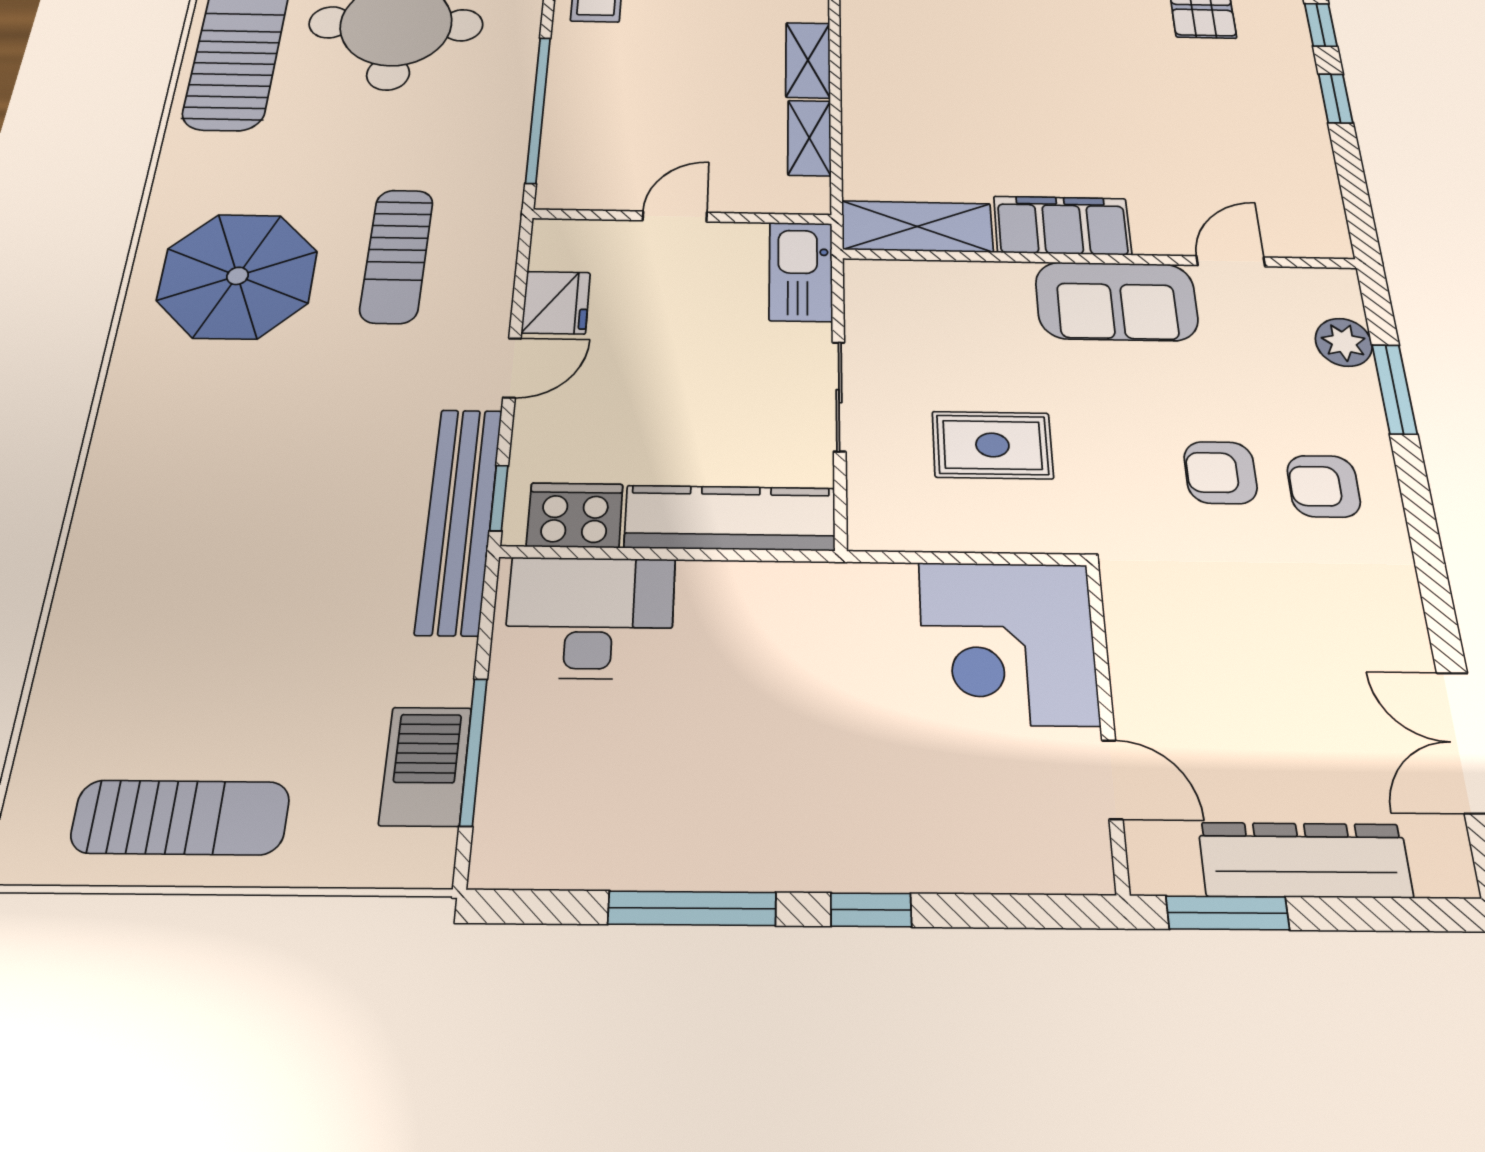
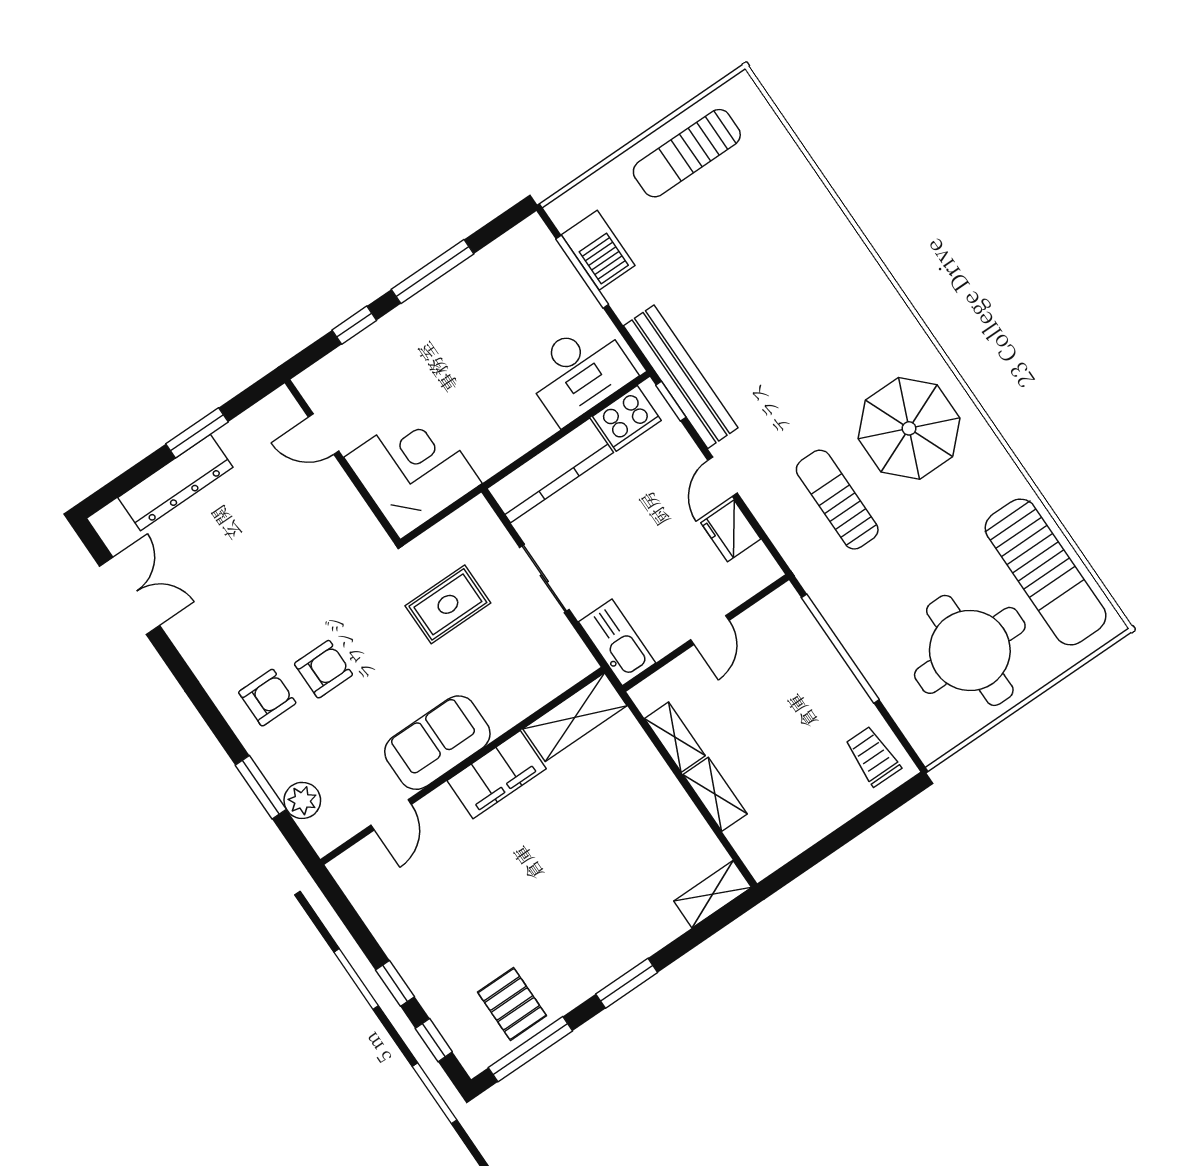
corner desk: (1008, 643) -> (413, 470), moved
wall: (1107, 722) -> (342, 461), moved
door: (1112, 780) -> (324, 434), moved

